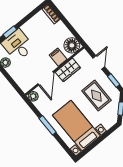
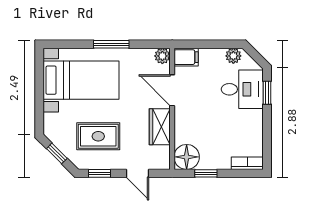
window: (72, 30) -> (206, 173), added
filing cabinet: (58, 57) -> (186, 57), moved

